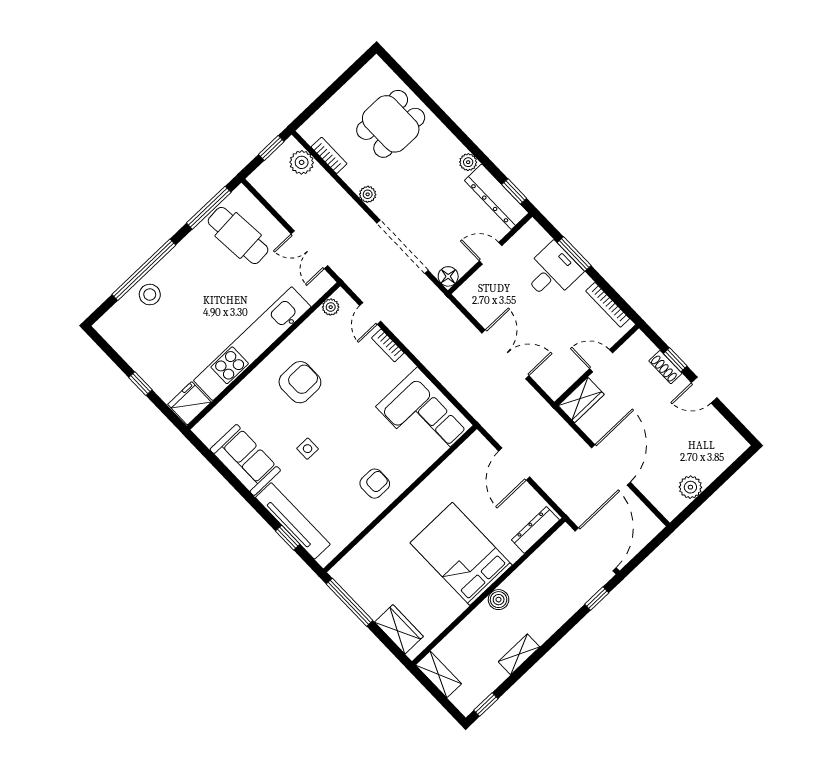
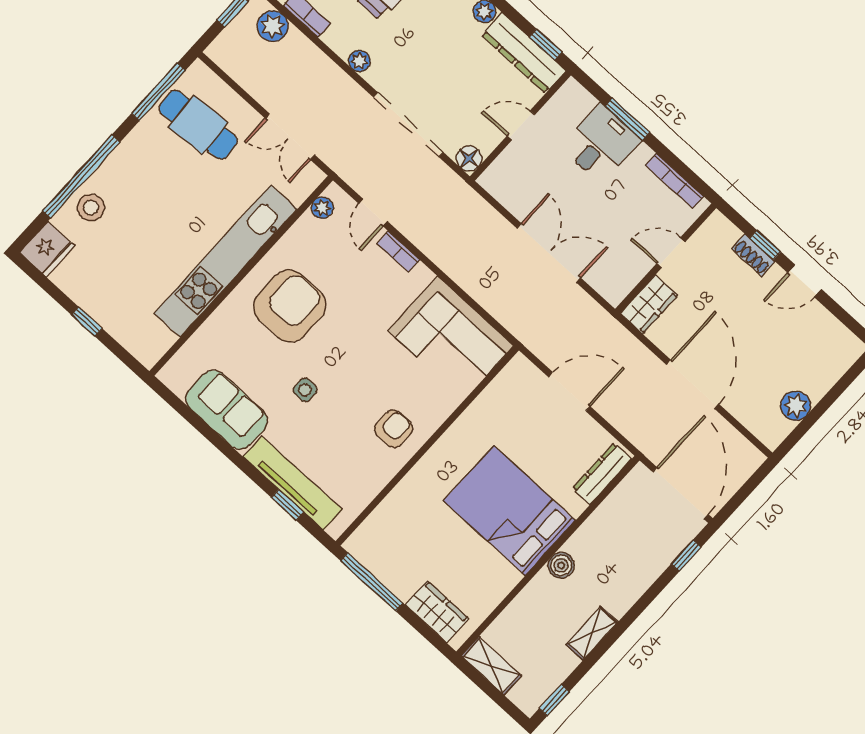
armchair: (300, 382) -> (290, 306), width x1.36, depth x1.36
fridge: (189, 403) -> (47, 249), moved, turned 180
door: (514, 464) -> (569, 392), swing flipped

